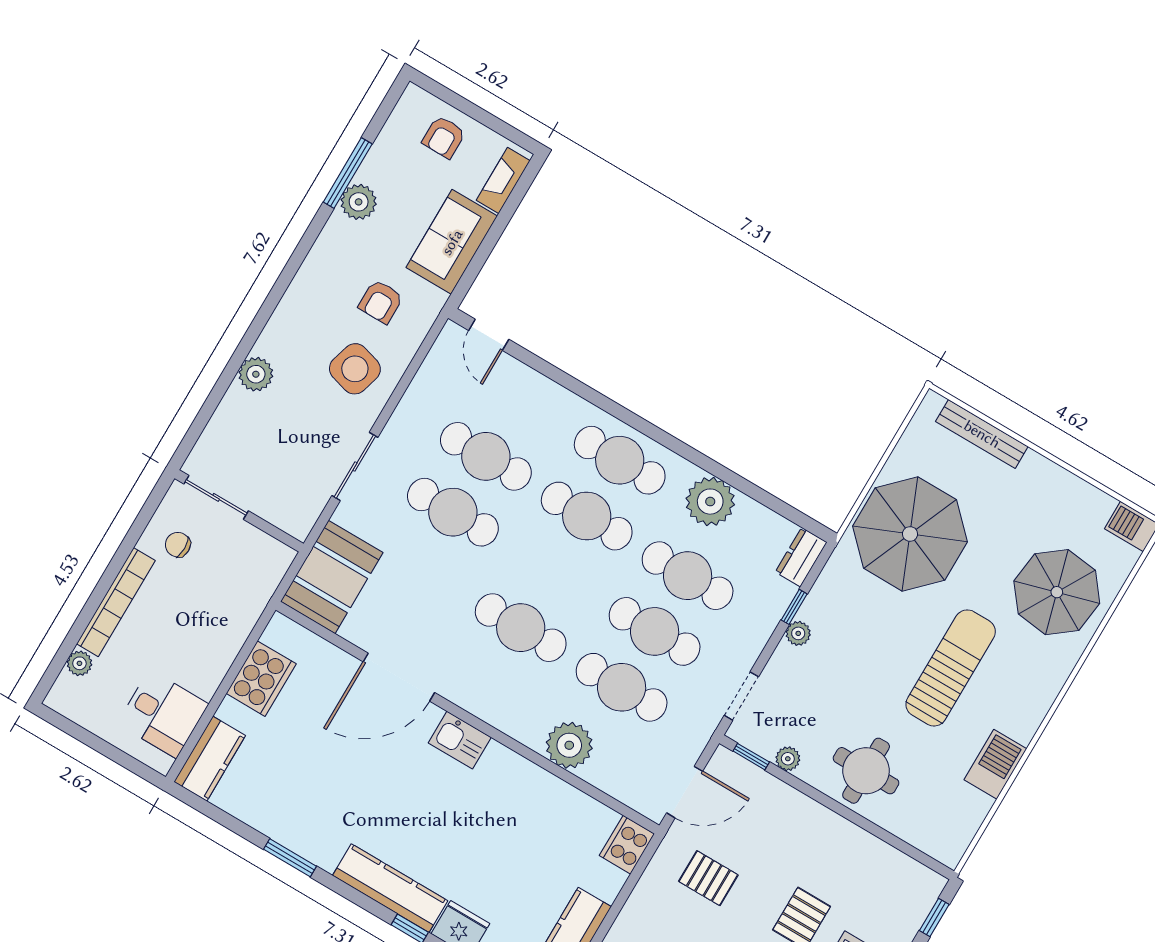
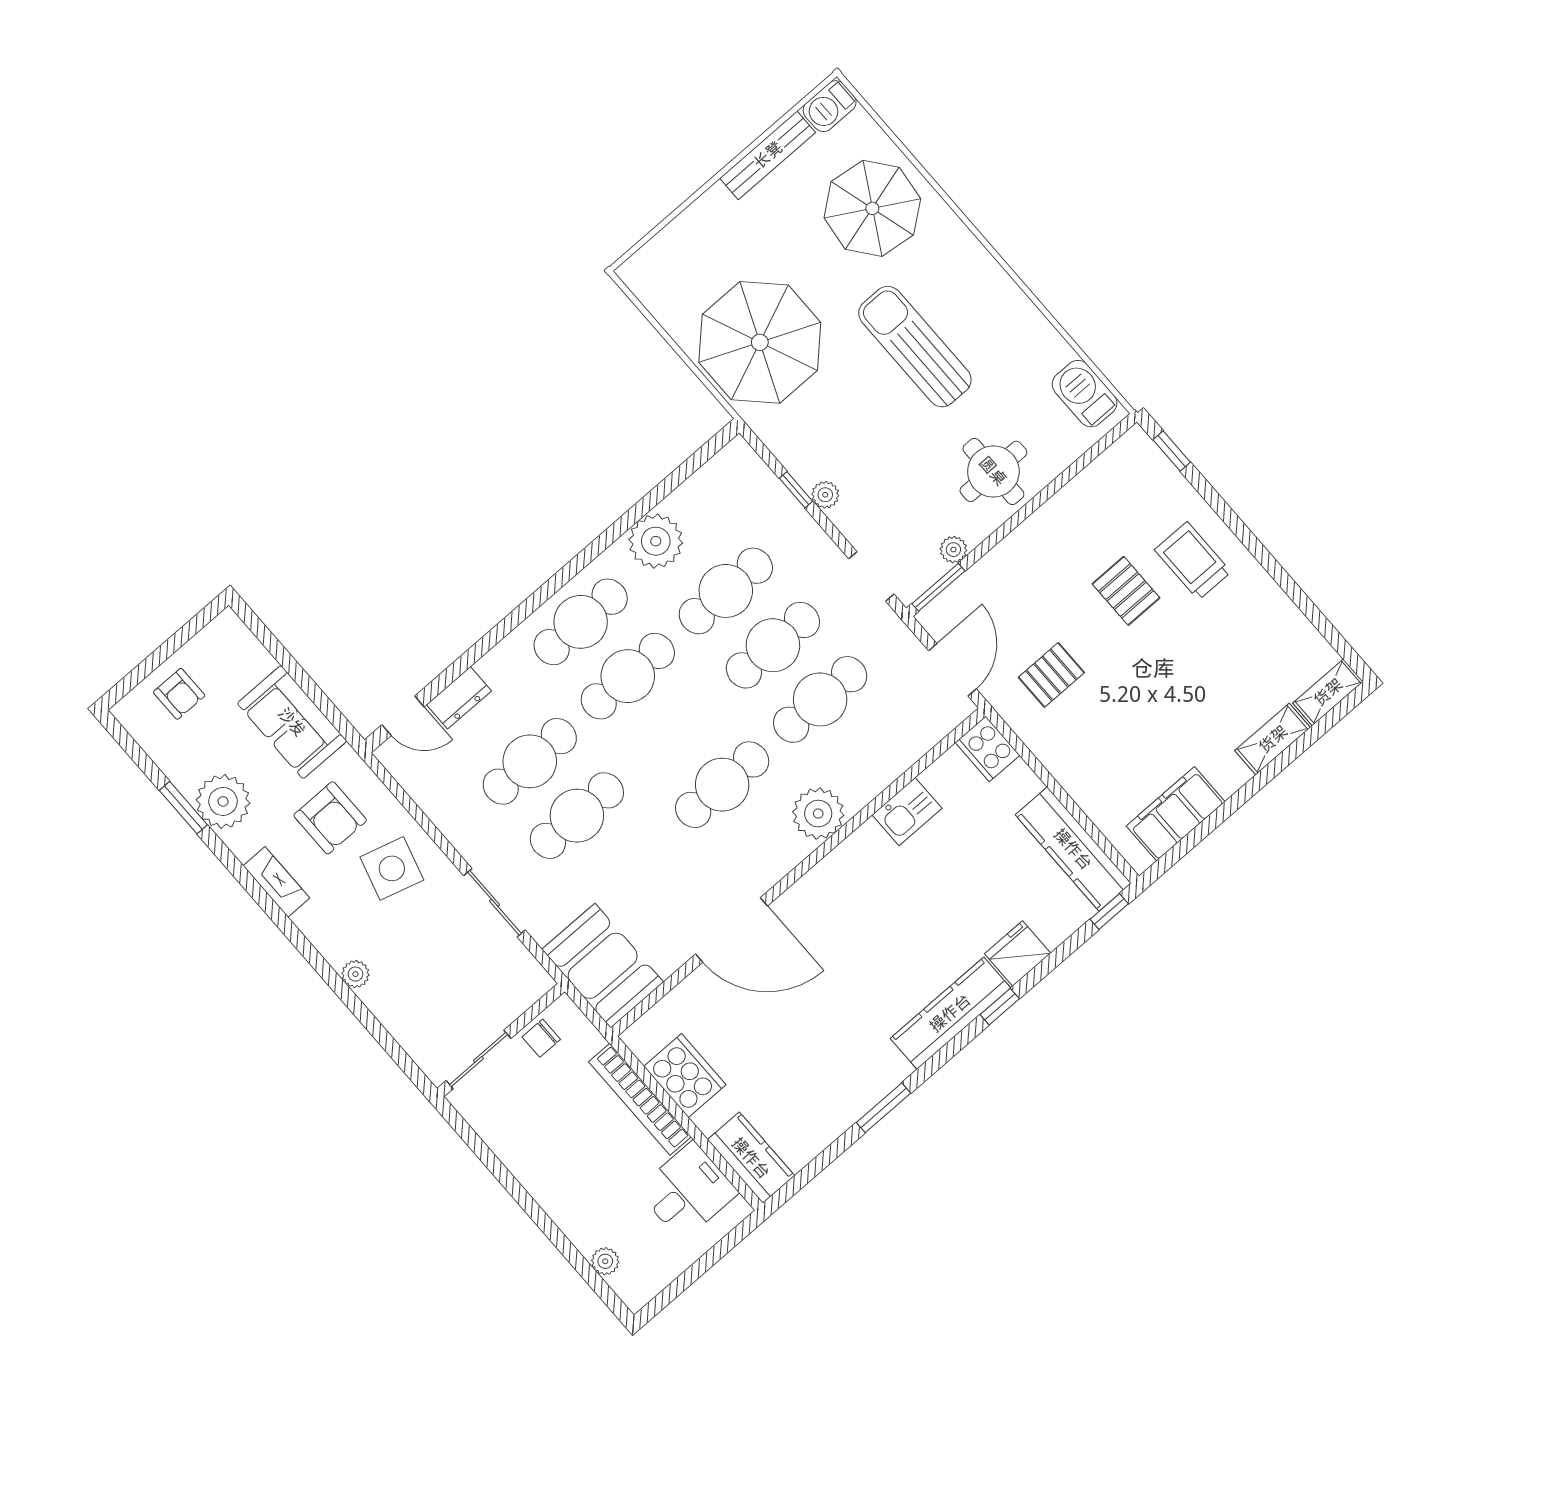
window: (348, 173) -> (183, 808), width x0.69
fireplace: (503, 180) -> (276, 882), moved, turned 180
plant: (359, 202) -> (223, 801), width x1.36, depth x1.36
armchair: (381, 302) -> (330, 818), width x1.38, depth x1.38
plant: (256, 374) -> (355, 974), width x0.73, depth x0.73
bench: (982, 434) -> (768, 155), moved
chair: (178, 545) -> (541, 1038), moved
dresser: (801, 557) -> (459, 698), moved, turned -90
bookcase: (116, 602) -> (640, 1099), moved, turned 180
door: (399, 677) -> (731, 930), hinge flipped
kitchen sink: (460, 740) -> (907, 812), moved
plant: (569, 745) -> (818, 814), moved
window: (751, 757) -> (938, 587), width x1.50
barbecue: (995, 764) -> (1085, 394), moved

